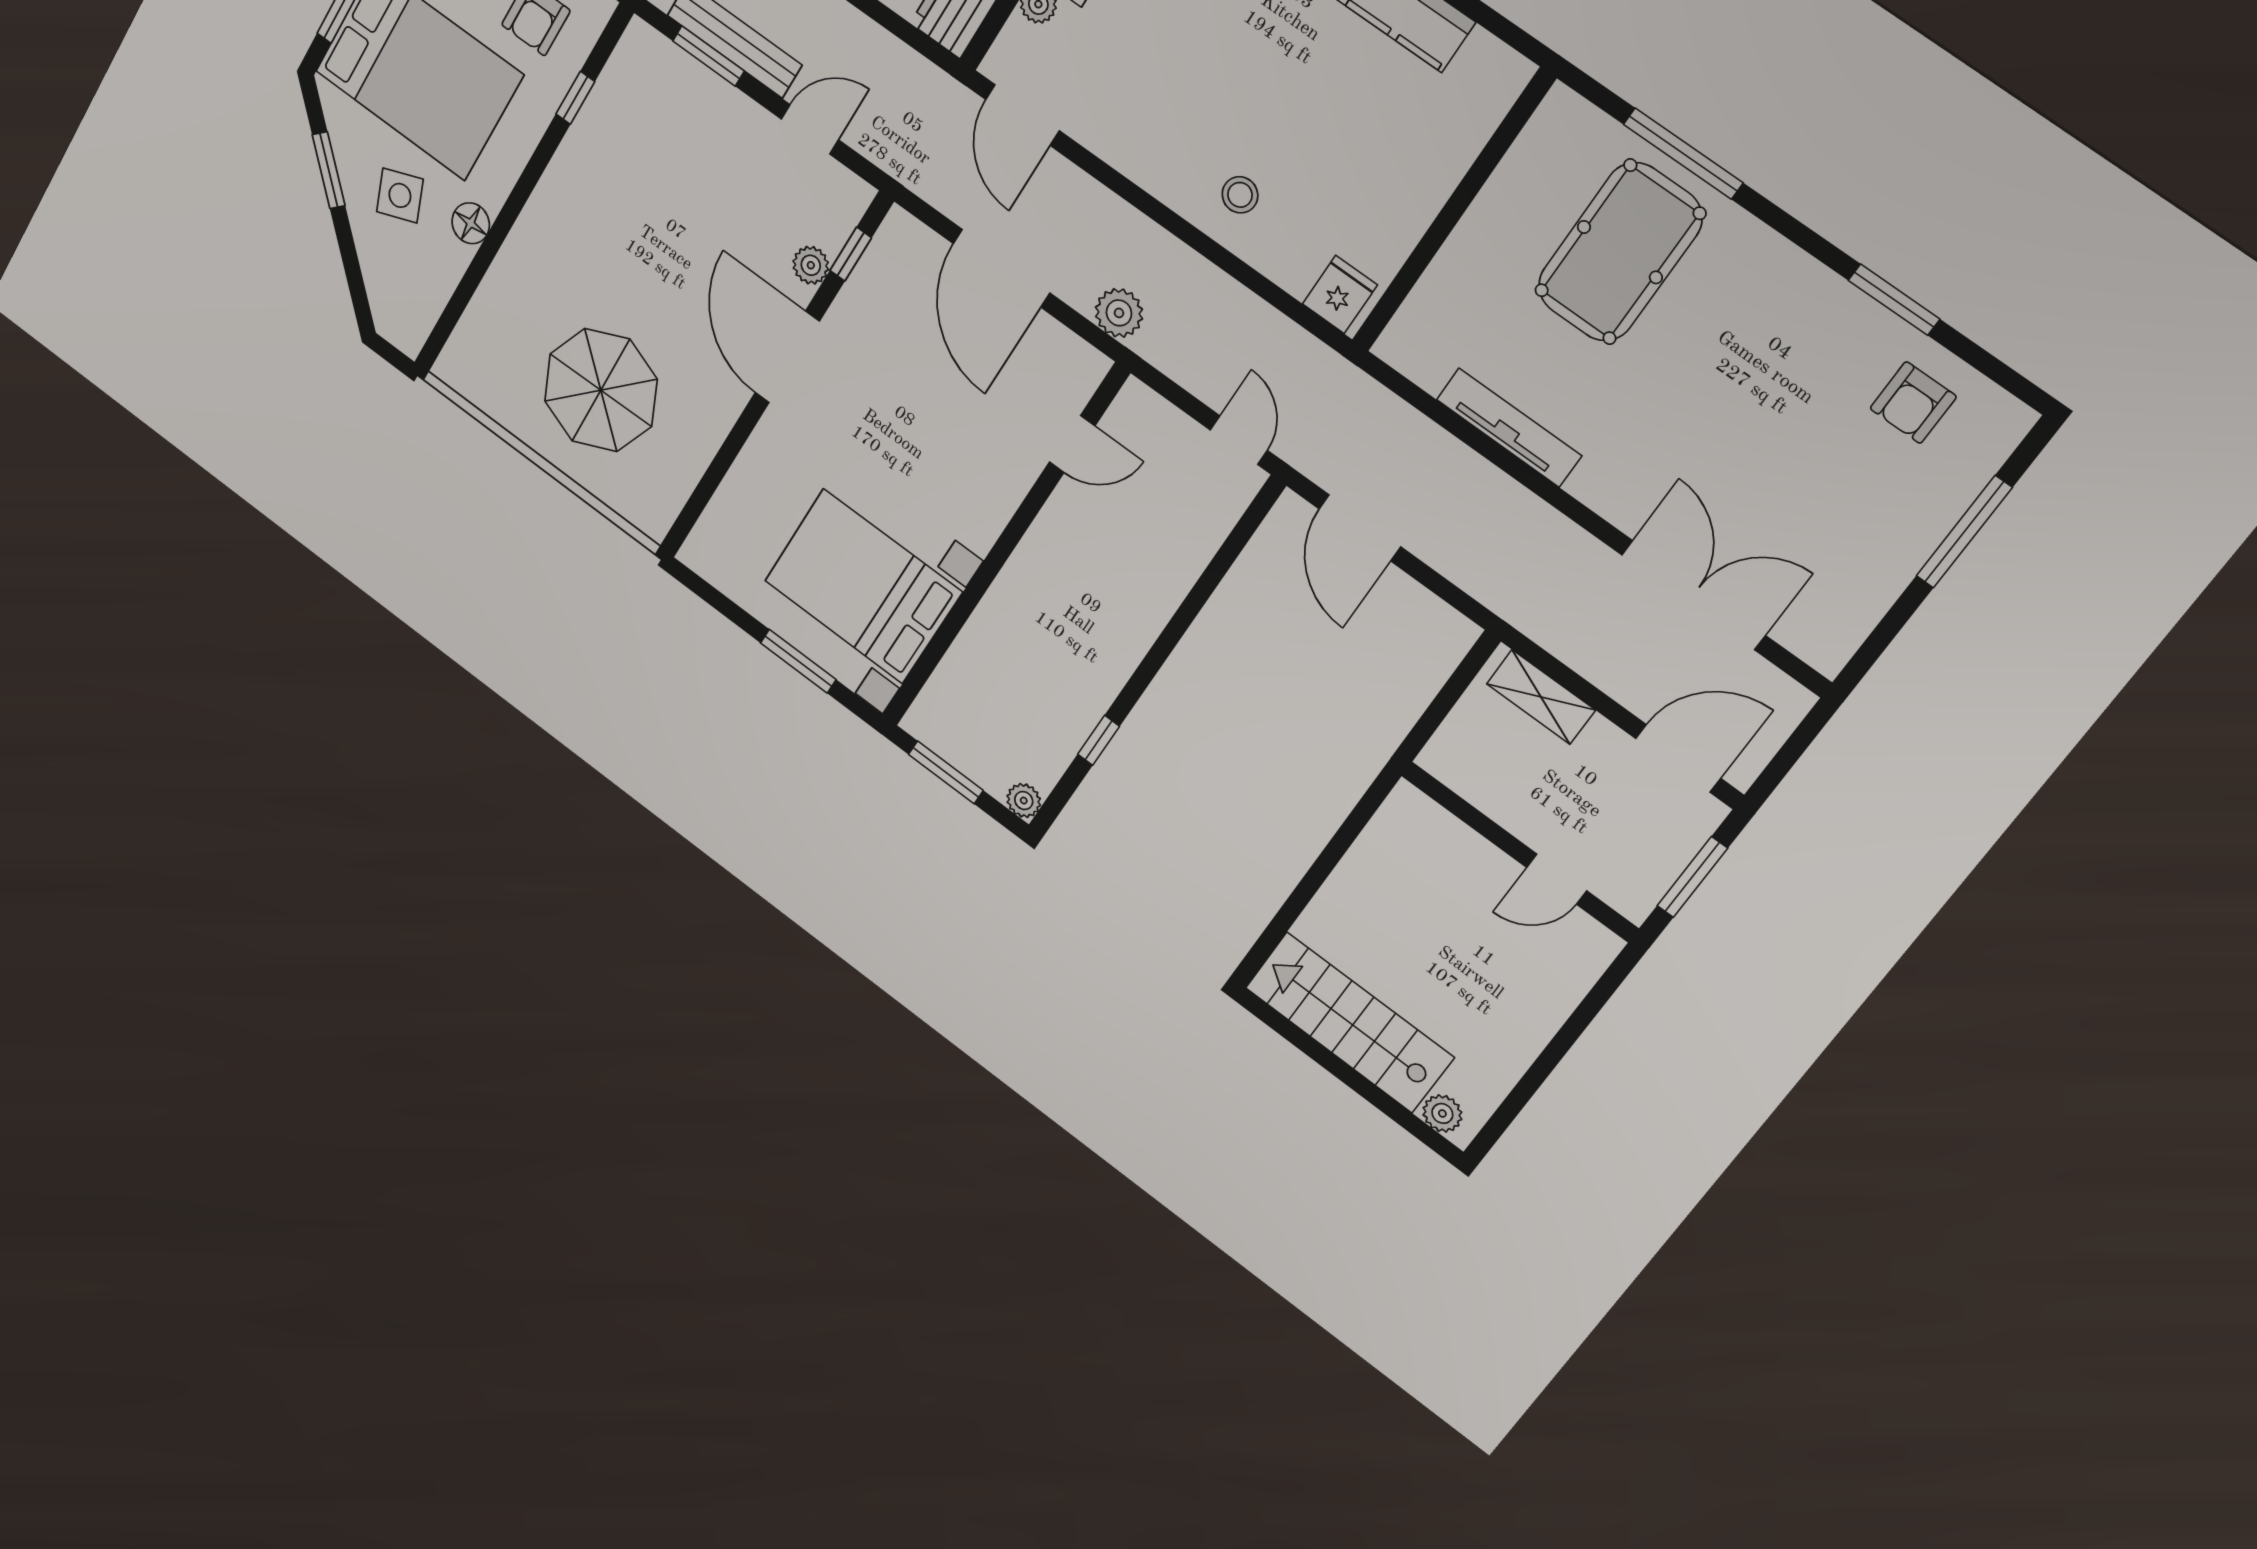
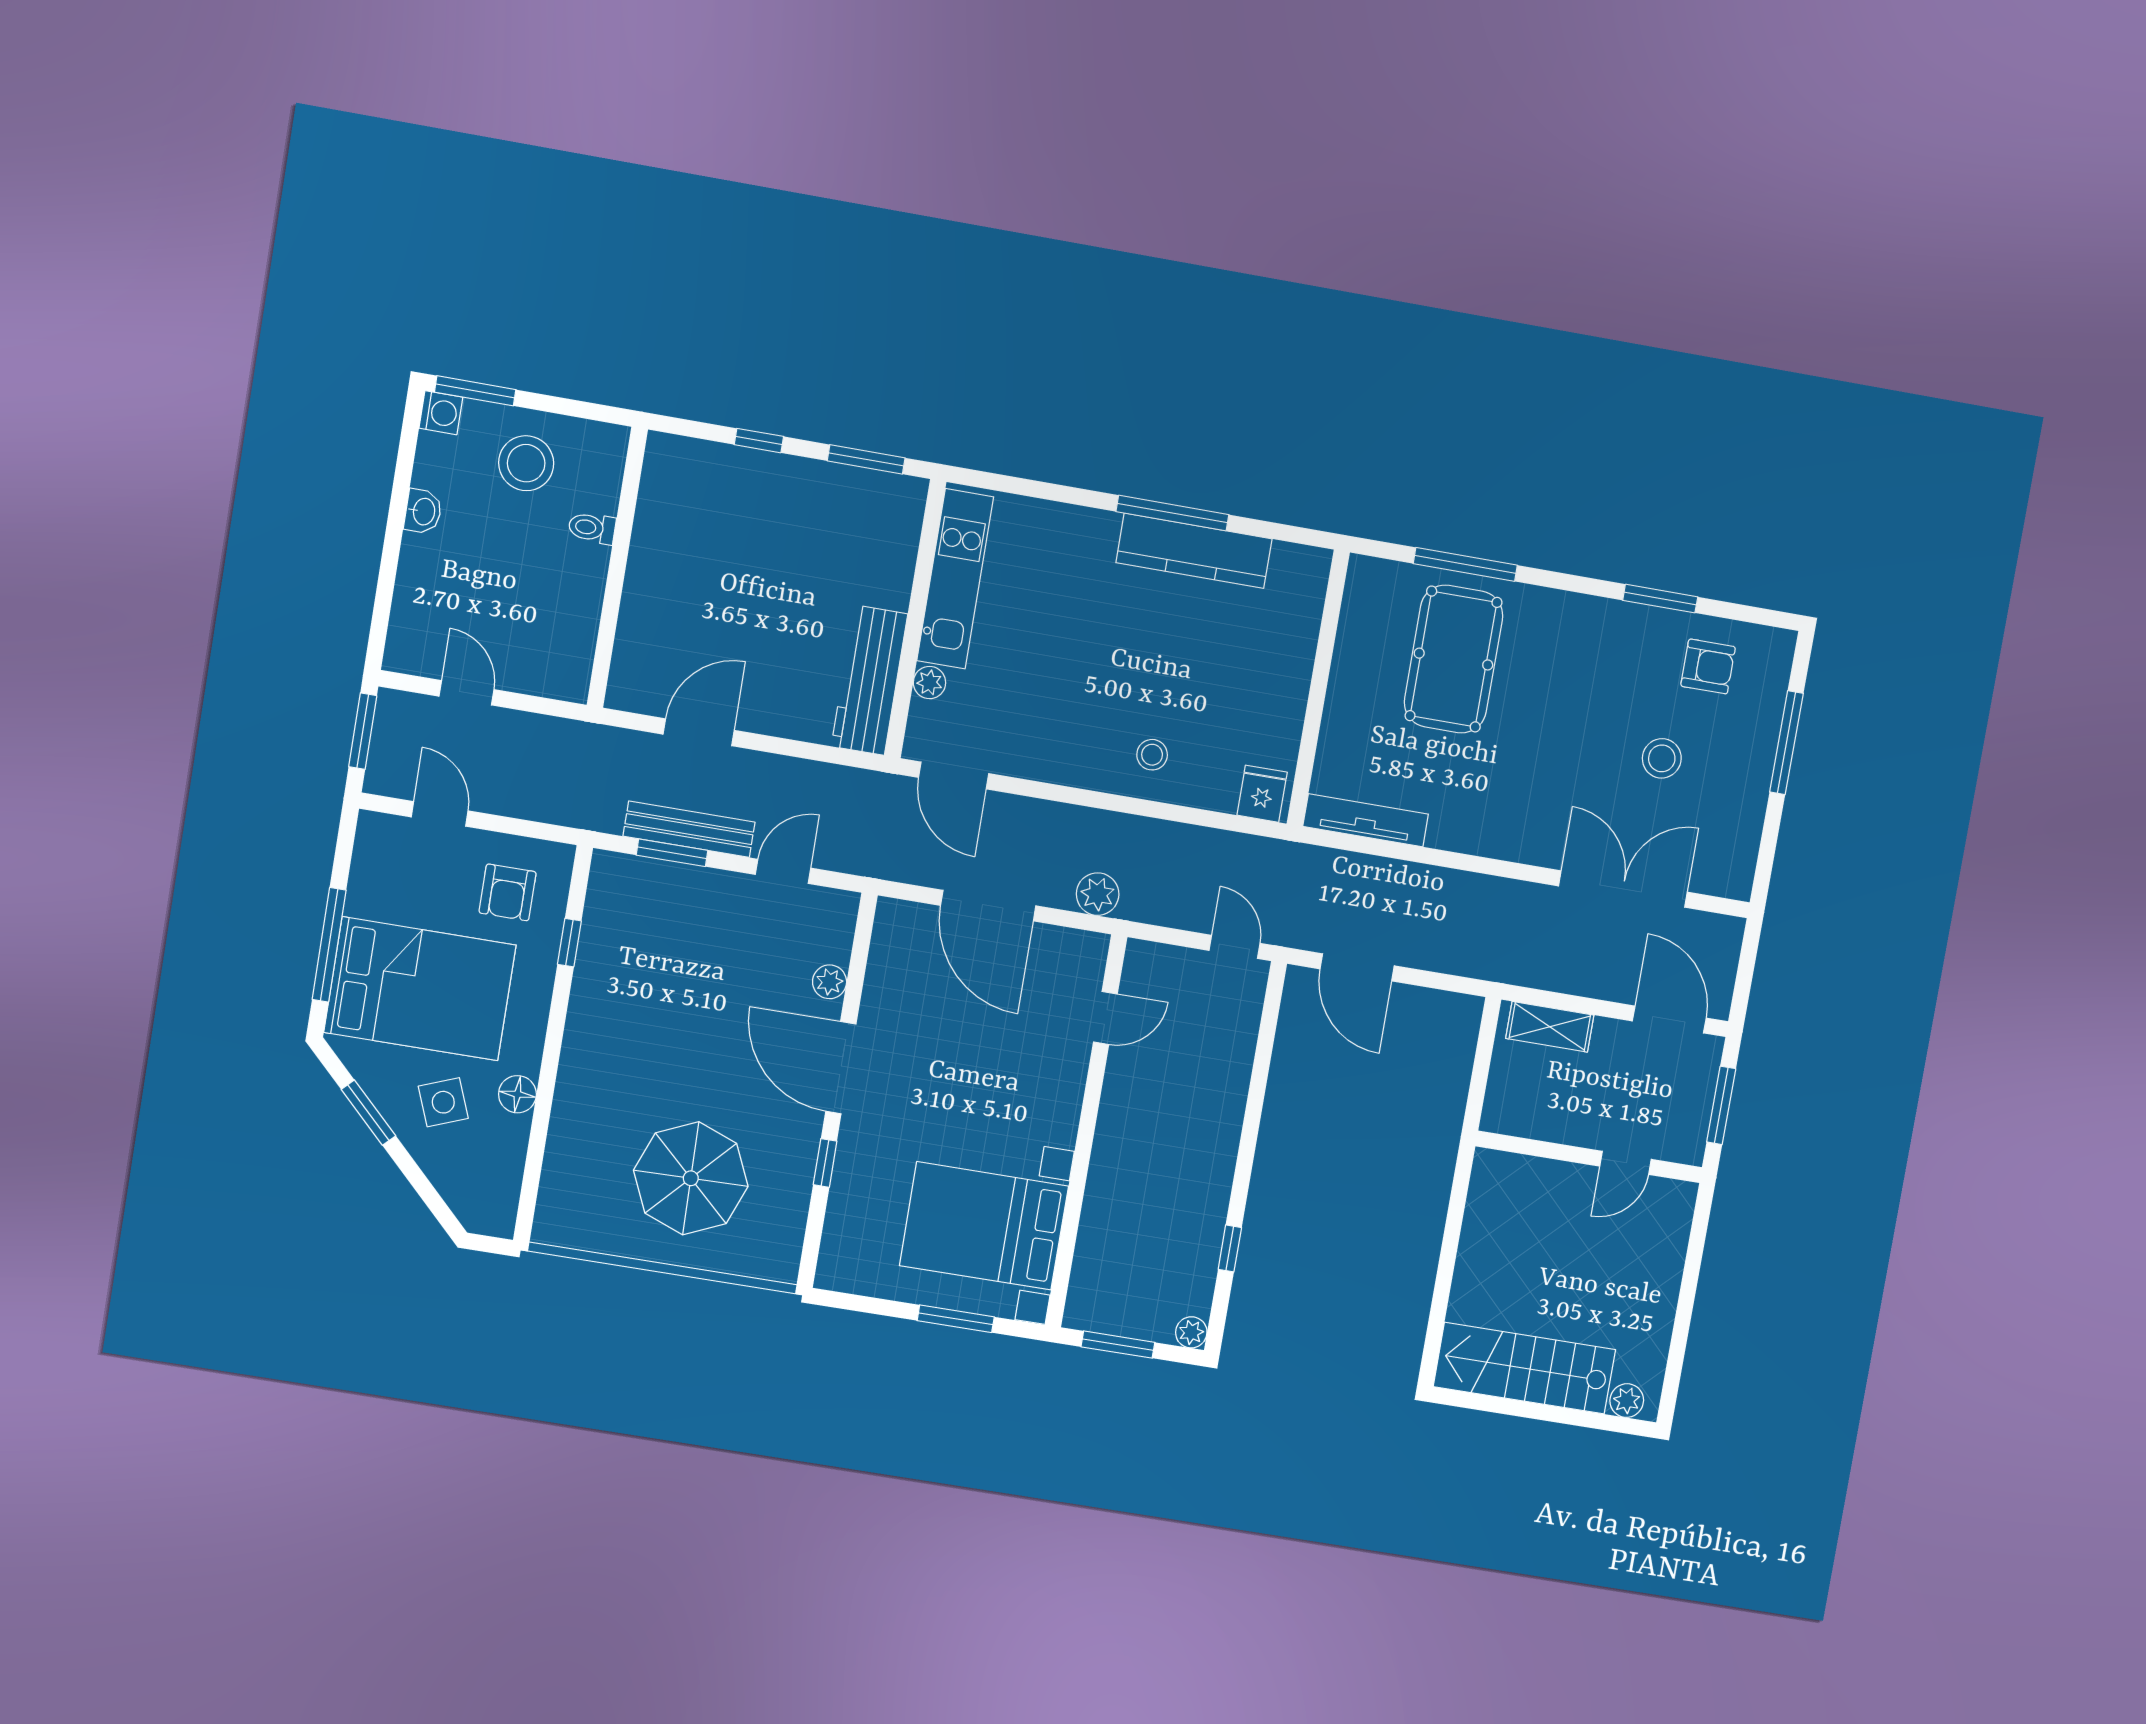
window: (851, 254) -> (825, 1163), moved
armchair: (1913, 403) -> (1708, 666), turned -90
tv unit: (1509, 428) -> (1366, 820), moved
stool: (1808, 477) -> (1662, 758), added
door: (1678, 758) -> (1669, 1020), hinge flipped

